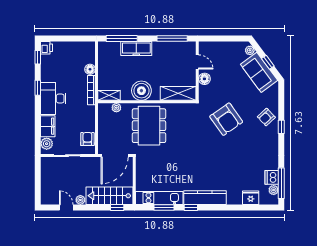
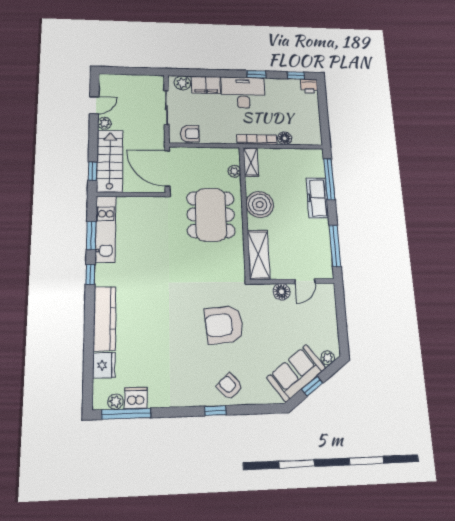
armchair: (226, 119) -> (224, 325), turned 30
dining table: (149, 126) -> (211, 215), turned 90
kitchen counter: (205, 198) -> (105, 319), moved

